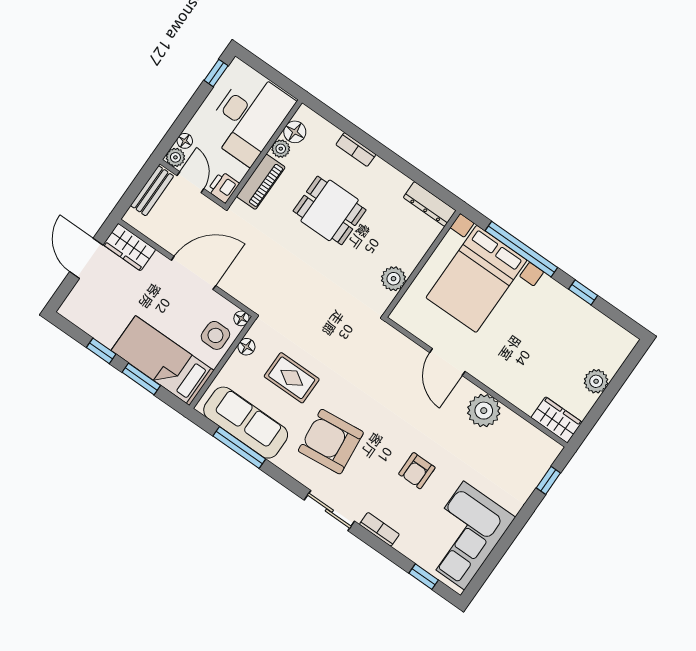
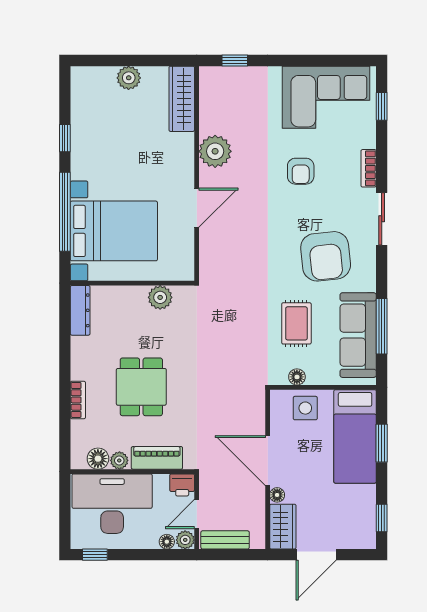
floor lamp: (241, 318) -> (277, 495), moved
window: (101, 351) -> (382, 518), moved
wardrobe: (557, 420) -> (182, 99), width x1.50
armchair: (417, 471) -> (301, 171), turned 90

